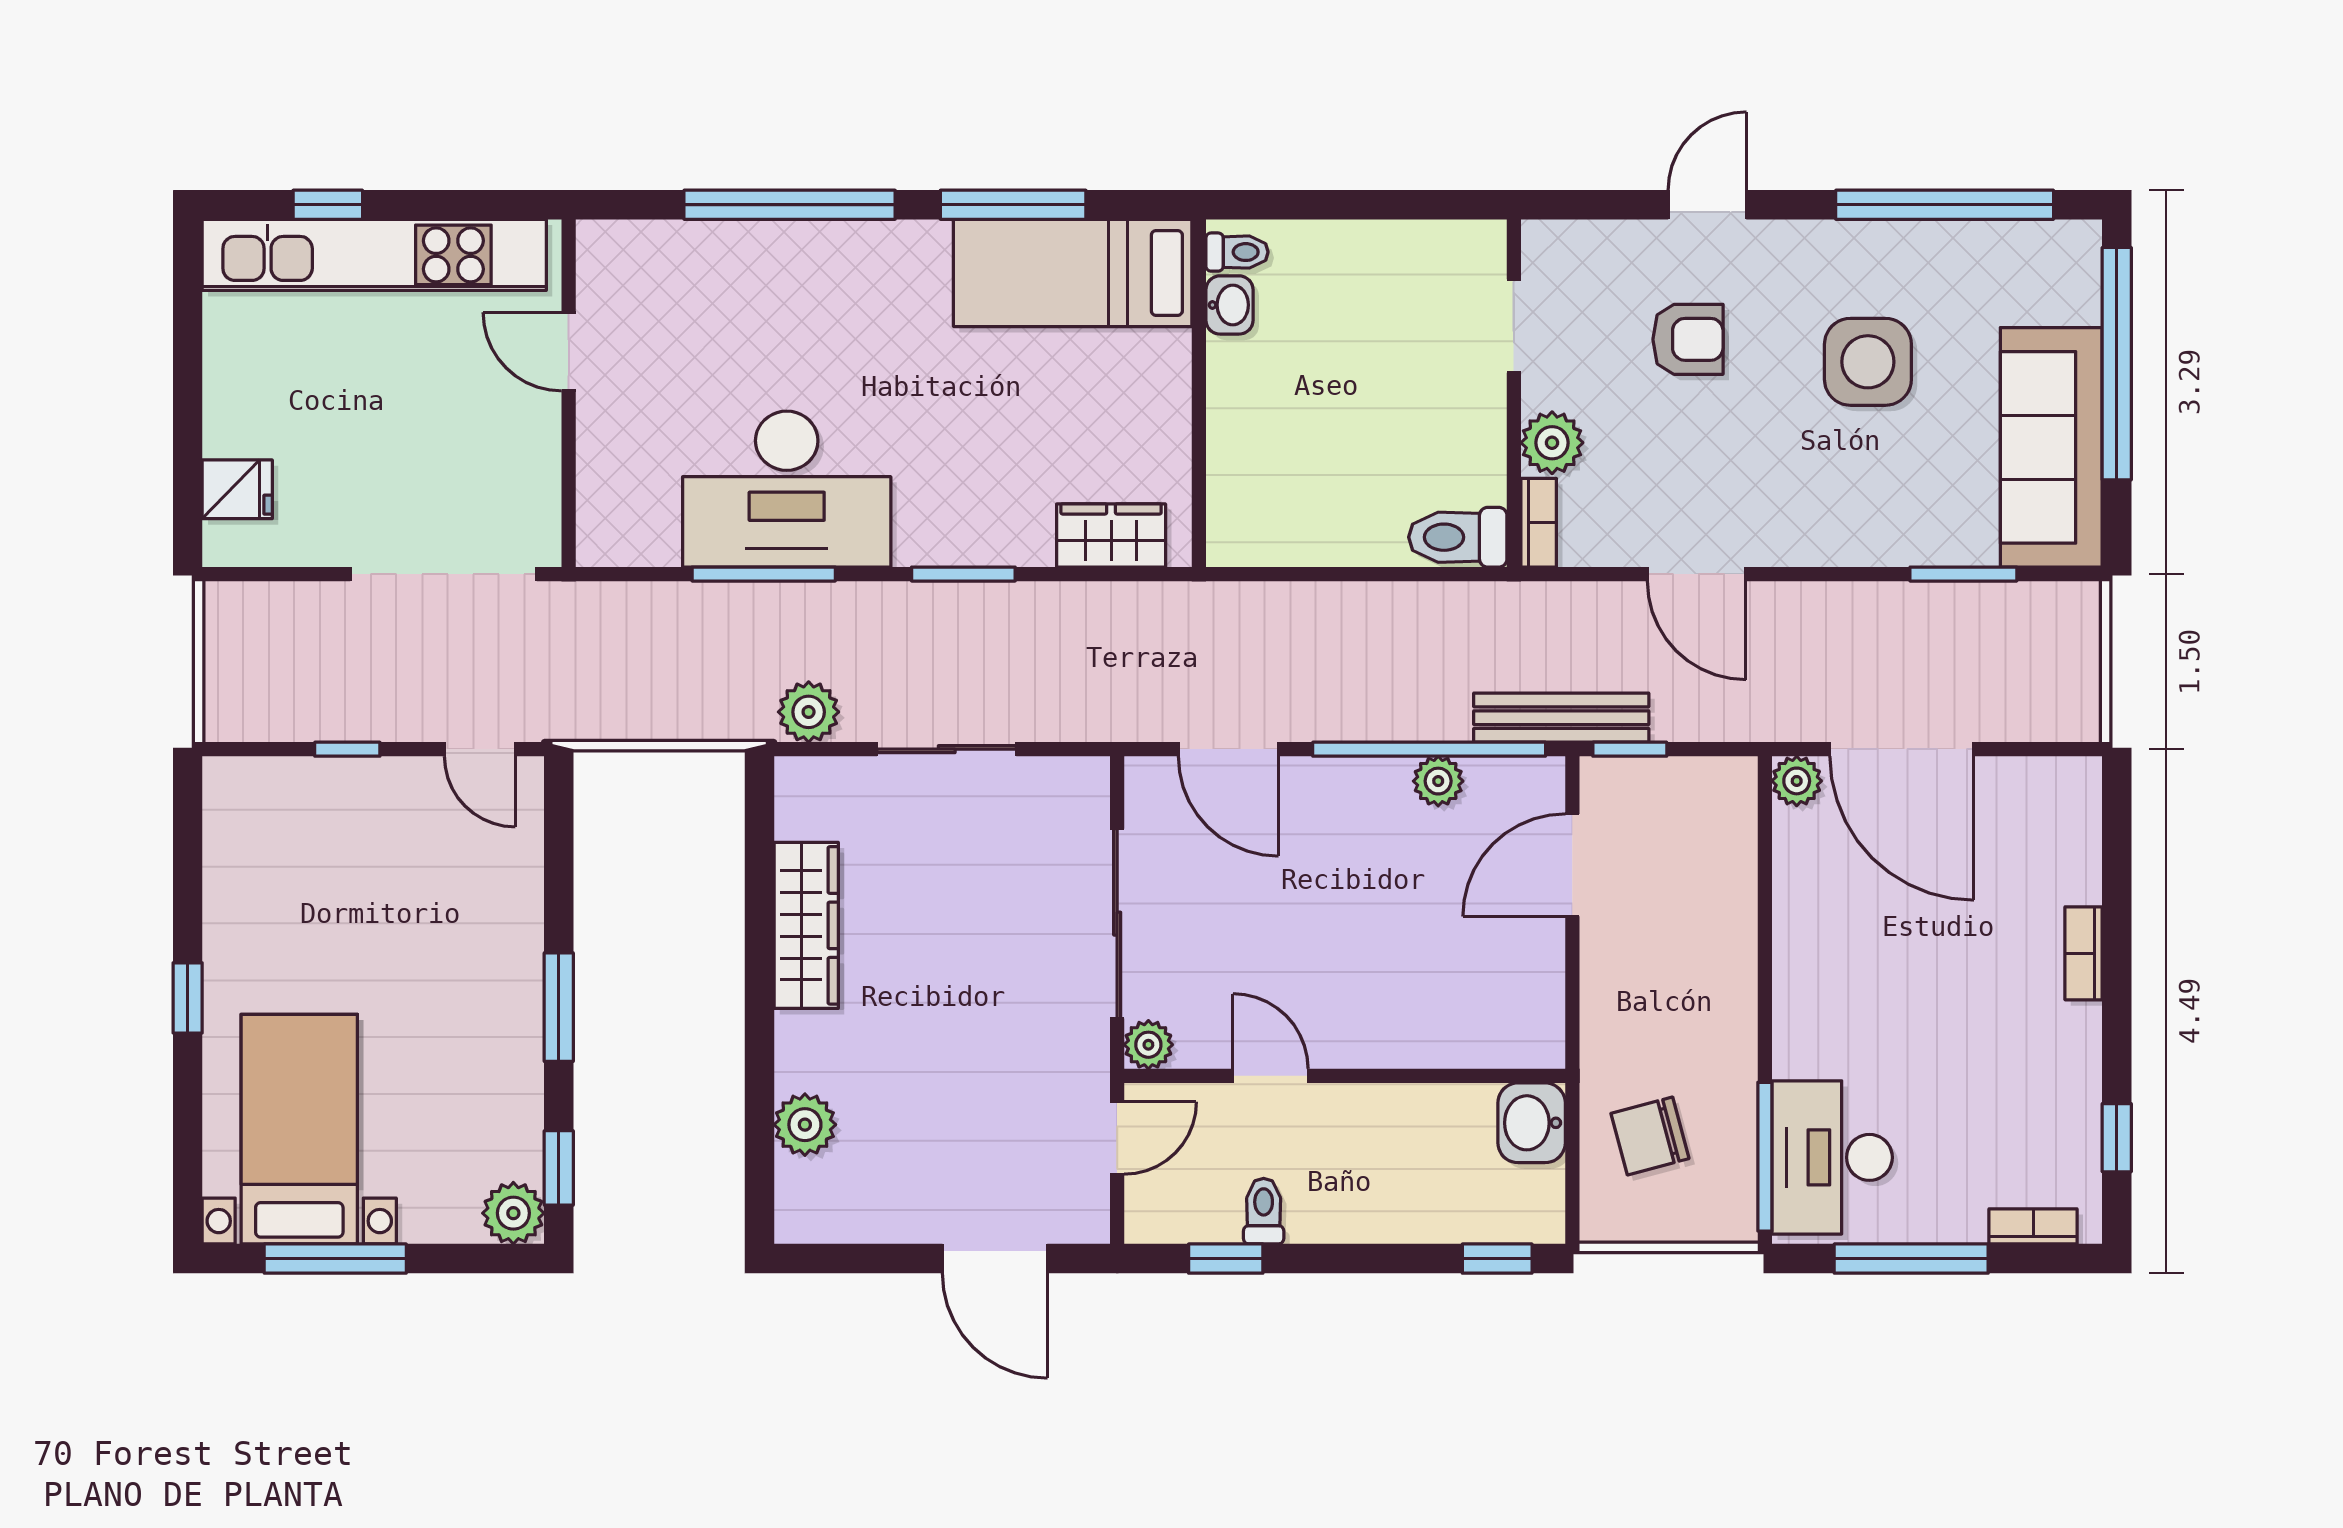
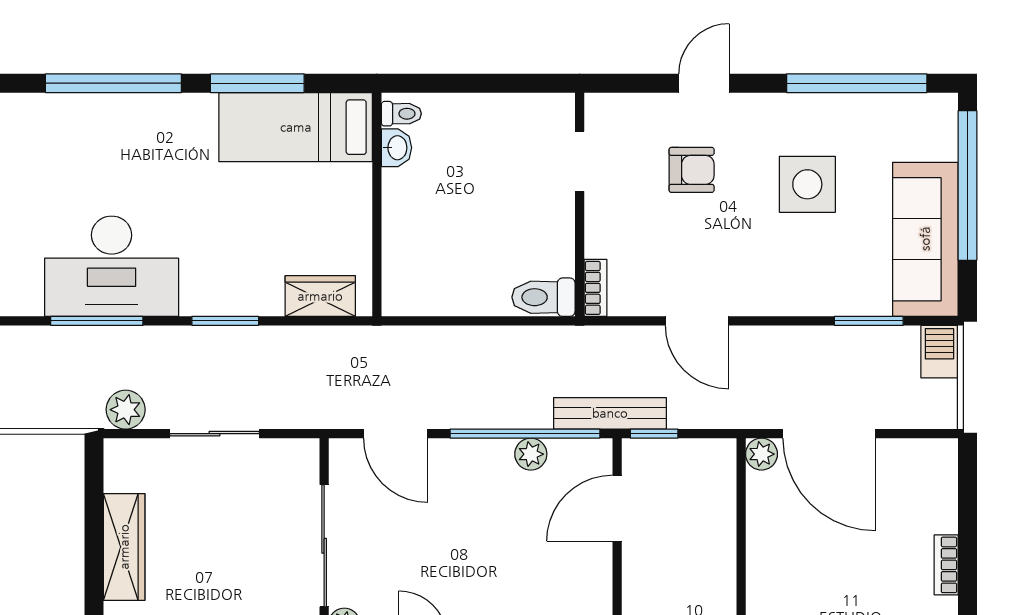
plant: (1552, 443) -> (604, 236), removed
barbecue: (2073, 622) -> (939, 352), added

